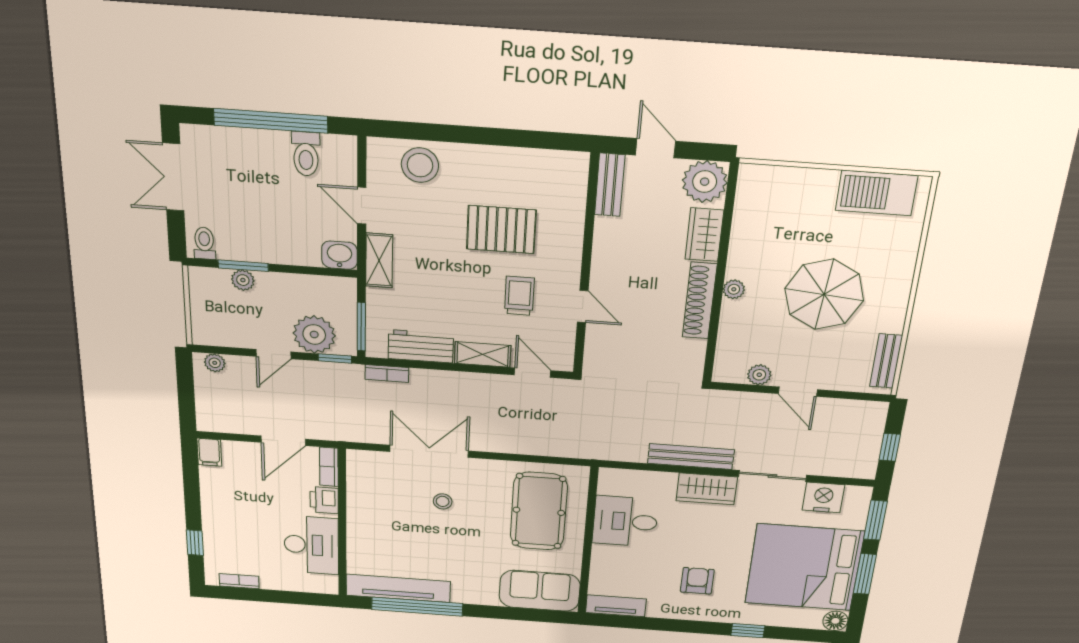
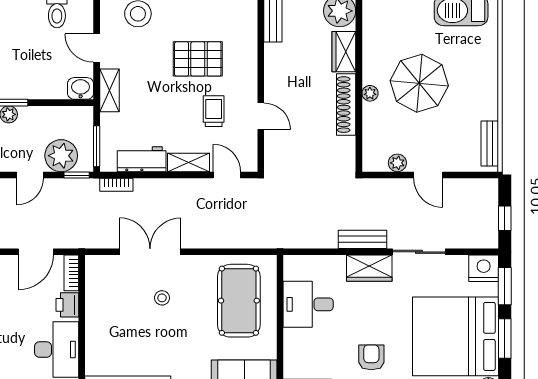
parasol: (824, 294) -> (419, 83), moved
bench: (691, 457) -> (363, 239), width x0.73
nightstand: (823, 497) -> (484, 268), moved

